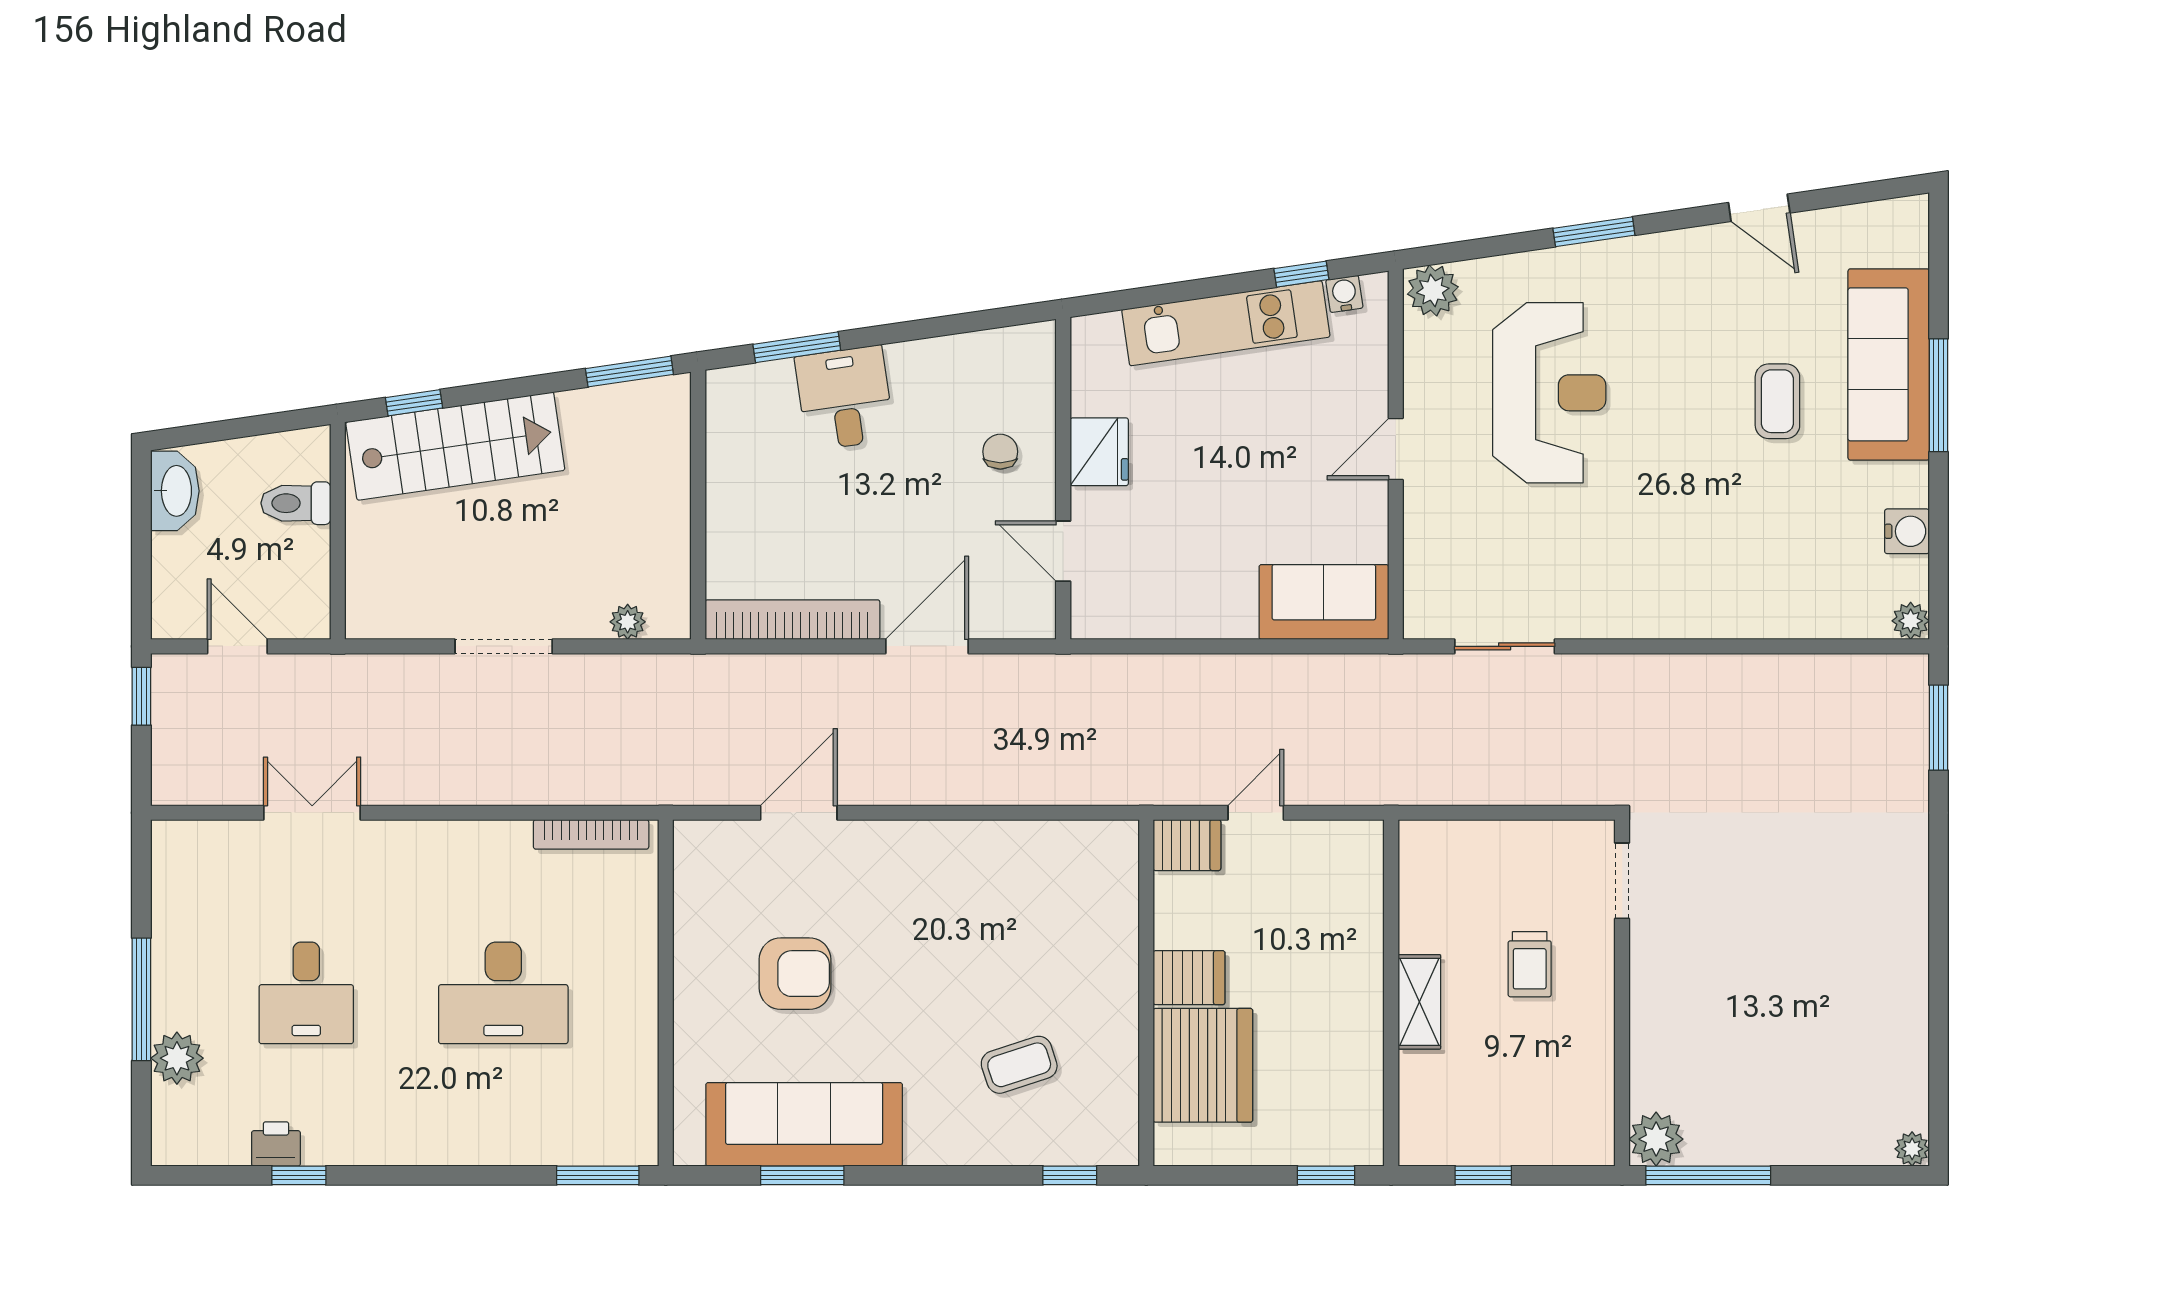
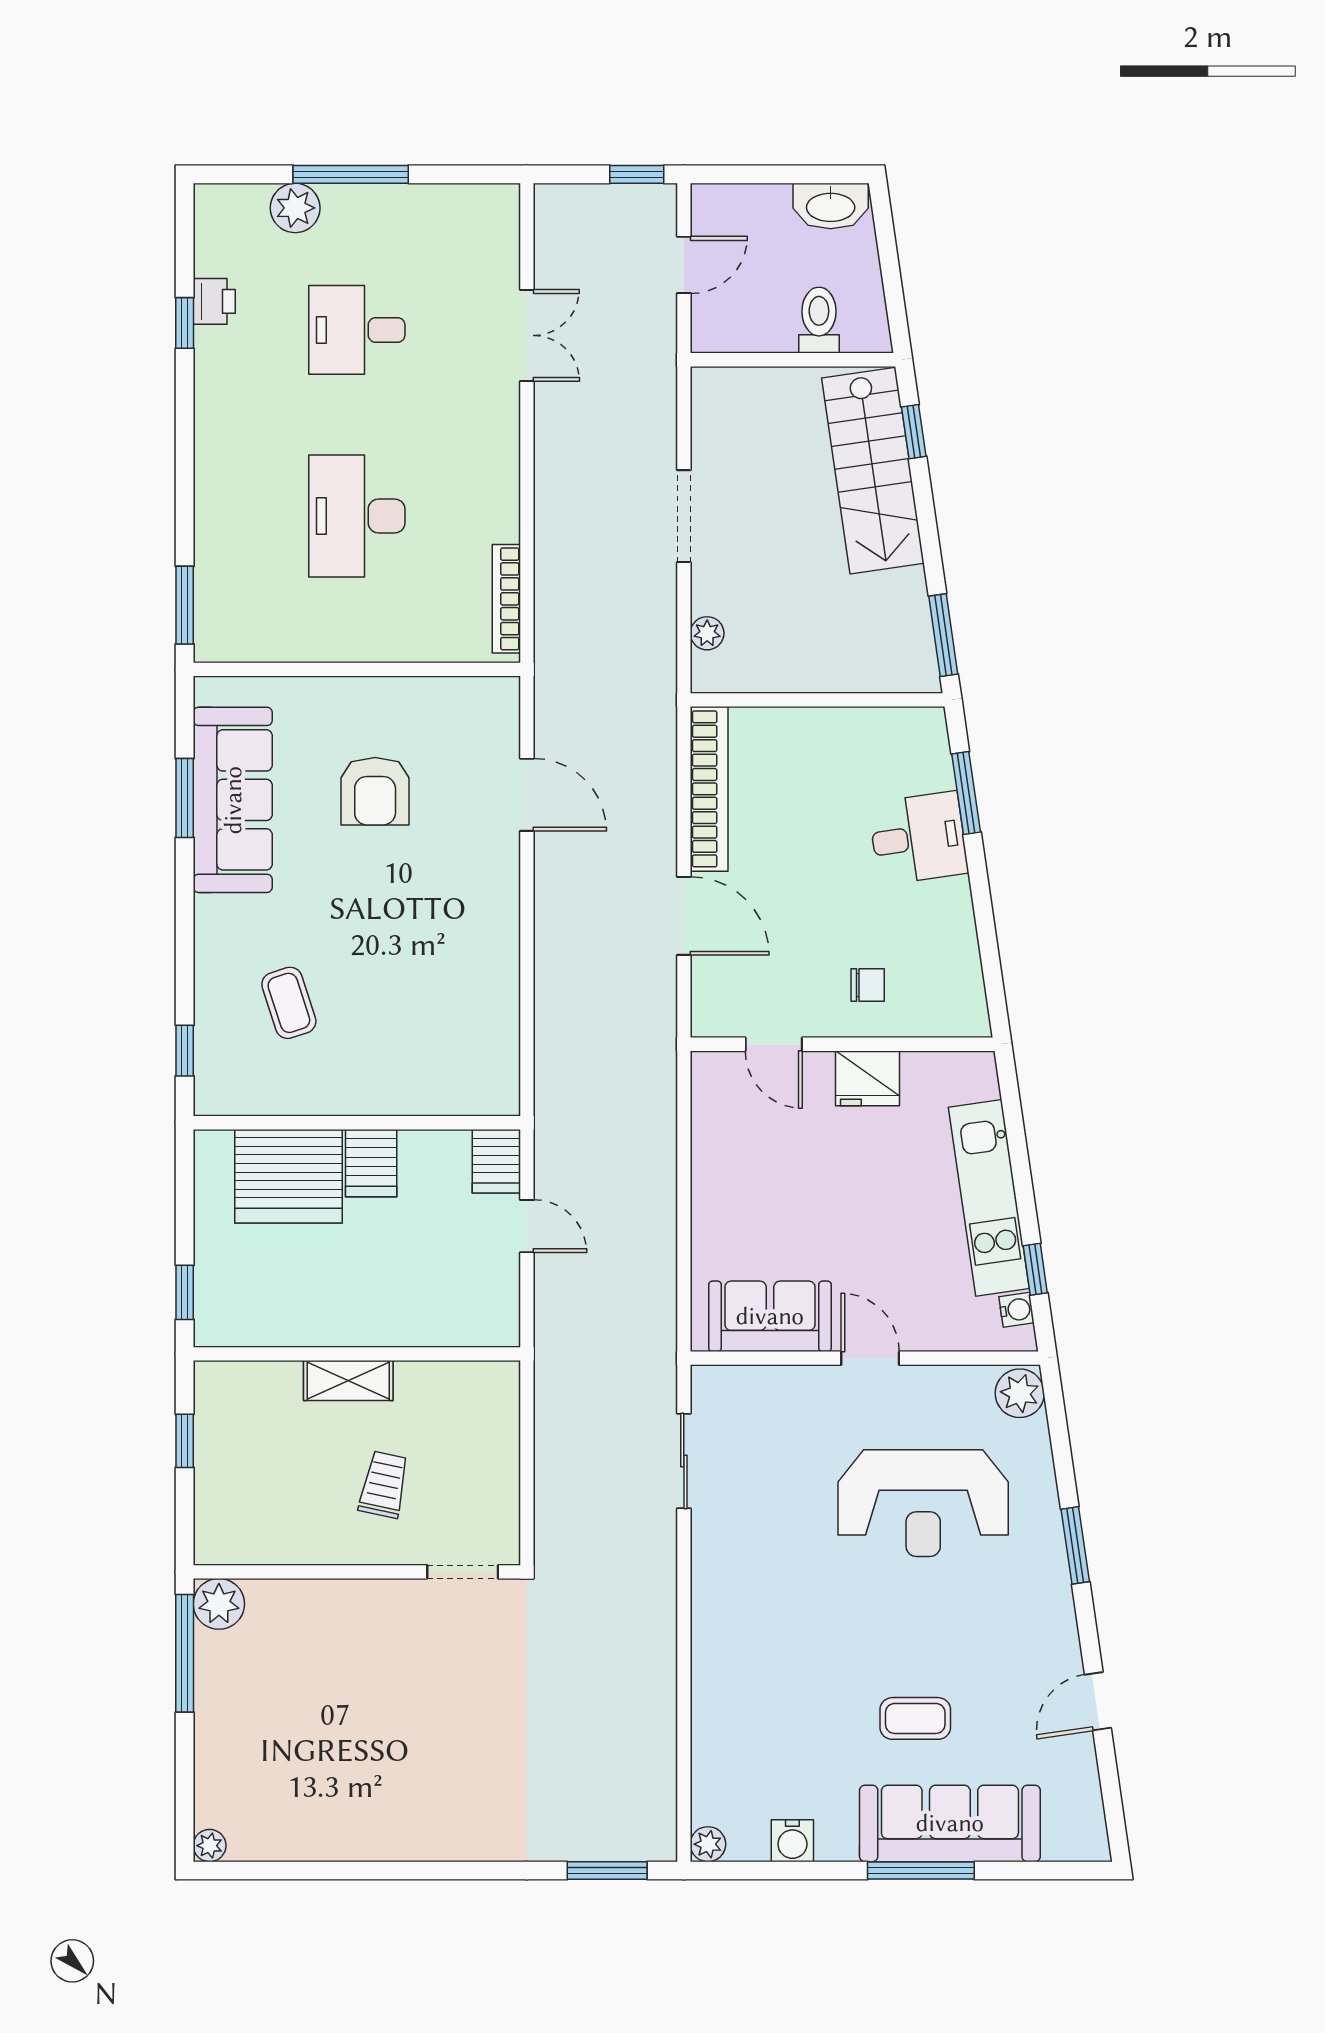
door: (1063, 551) -> (774, 1044), swing flipped
sofa: (1324, 602) -> (770, 1316), moved, turned -90
trolley: (1530, 964) -> (384, 1485), turned 102

